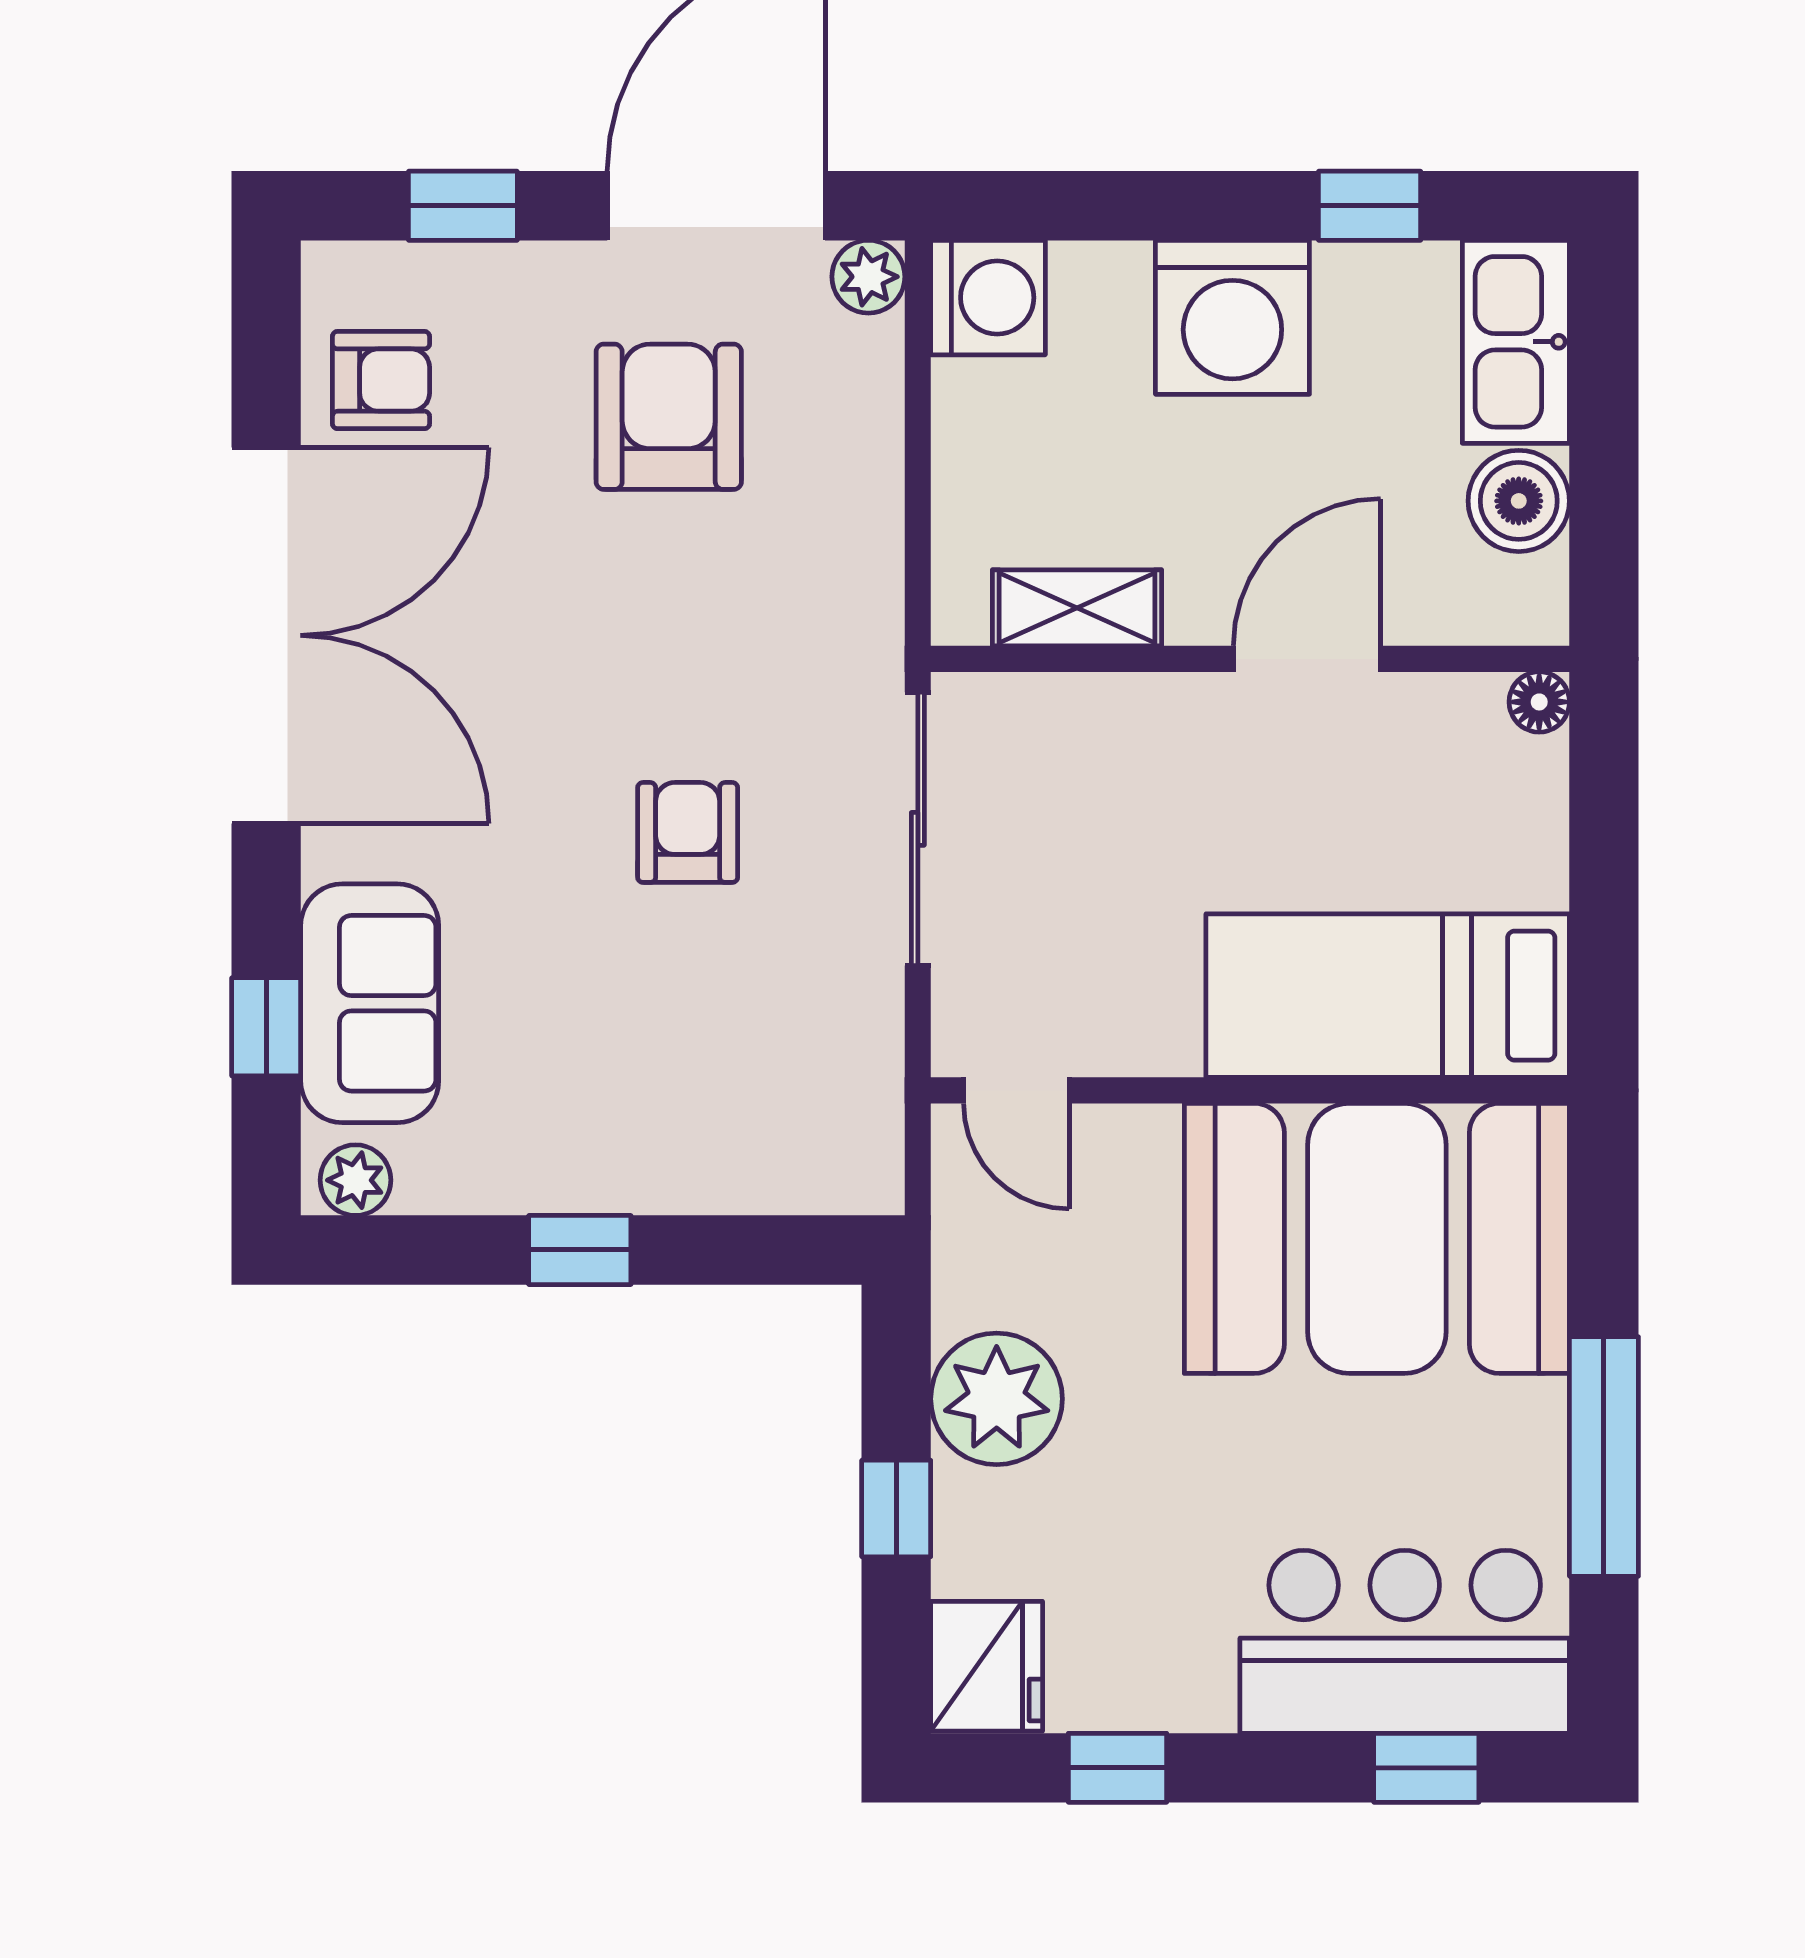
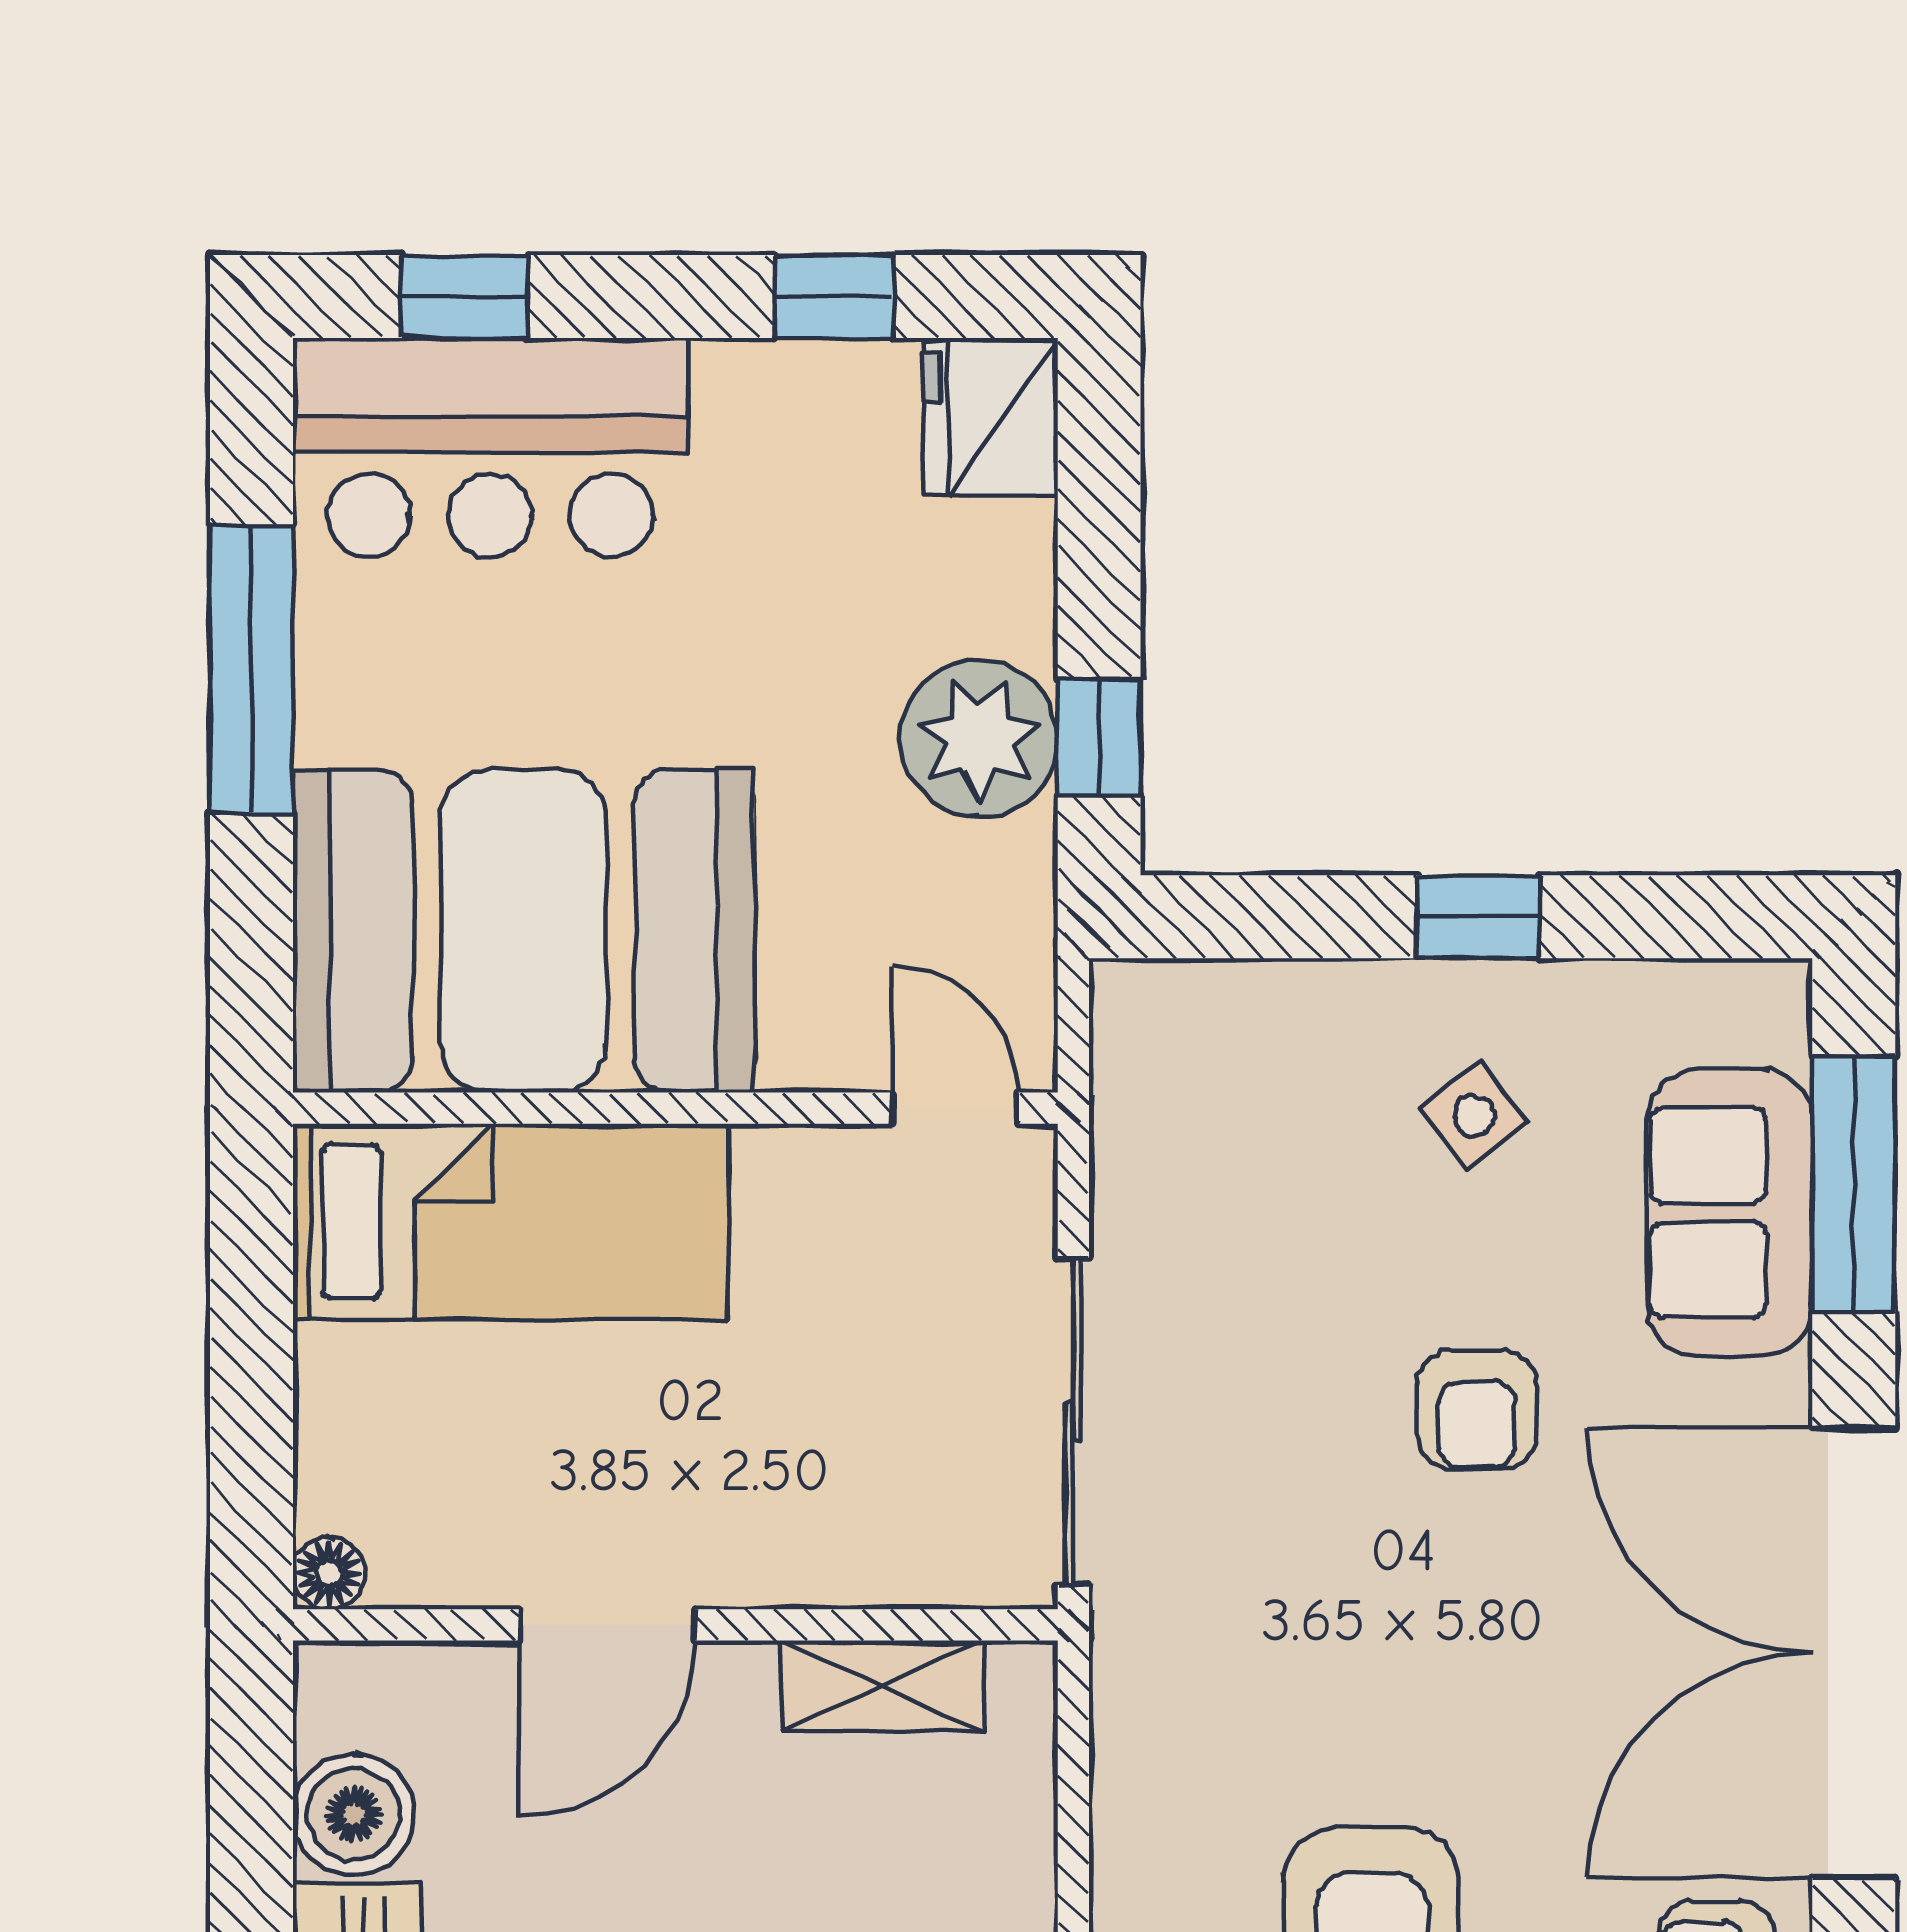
armchair: (688, 832) -> (1477, 1410), moved
window: (266, 1027) -> (1854, 1184), width x2.17
side table: (583, 1084) -> (1474, 1116), added
plant: (355, 1180) -> (1747, 1000), removed
window: (896, 1509) -> (1099, 737), moved

